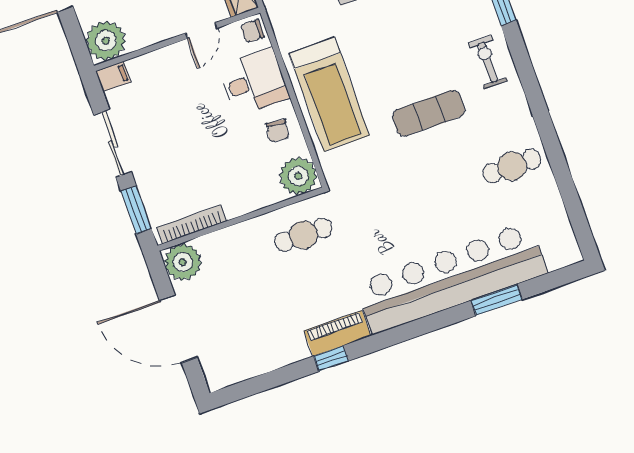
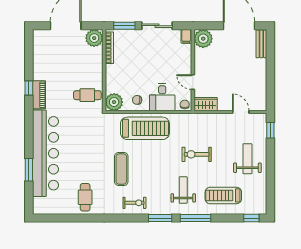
treadmill: (329, 95) -> (145, 128), turned 180
cafe table: (303, 235) -> (87, 95), turned 90

